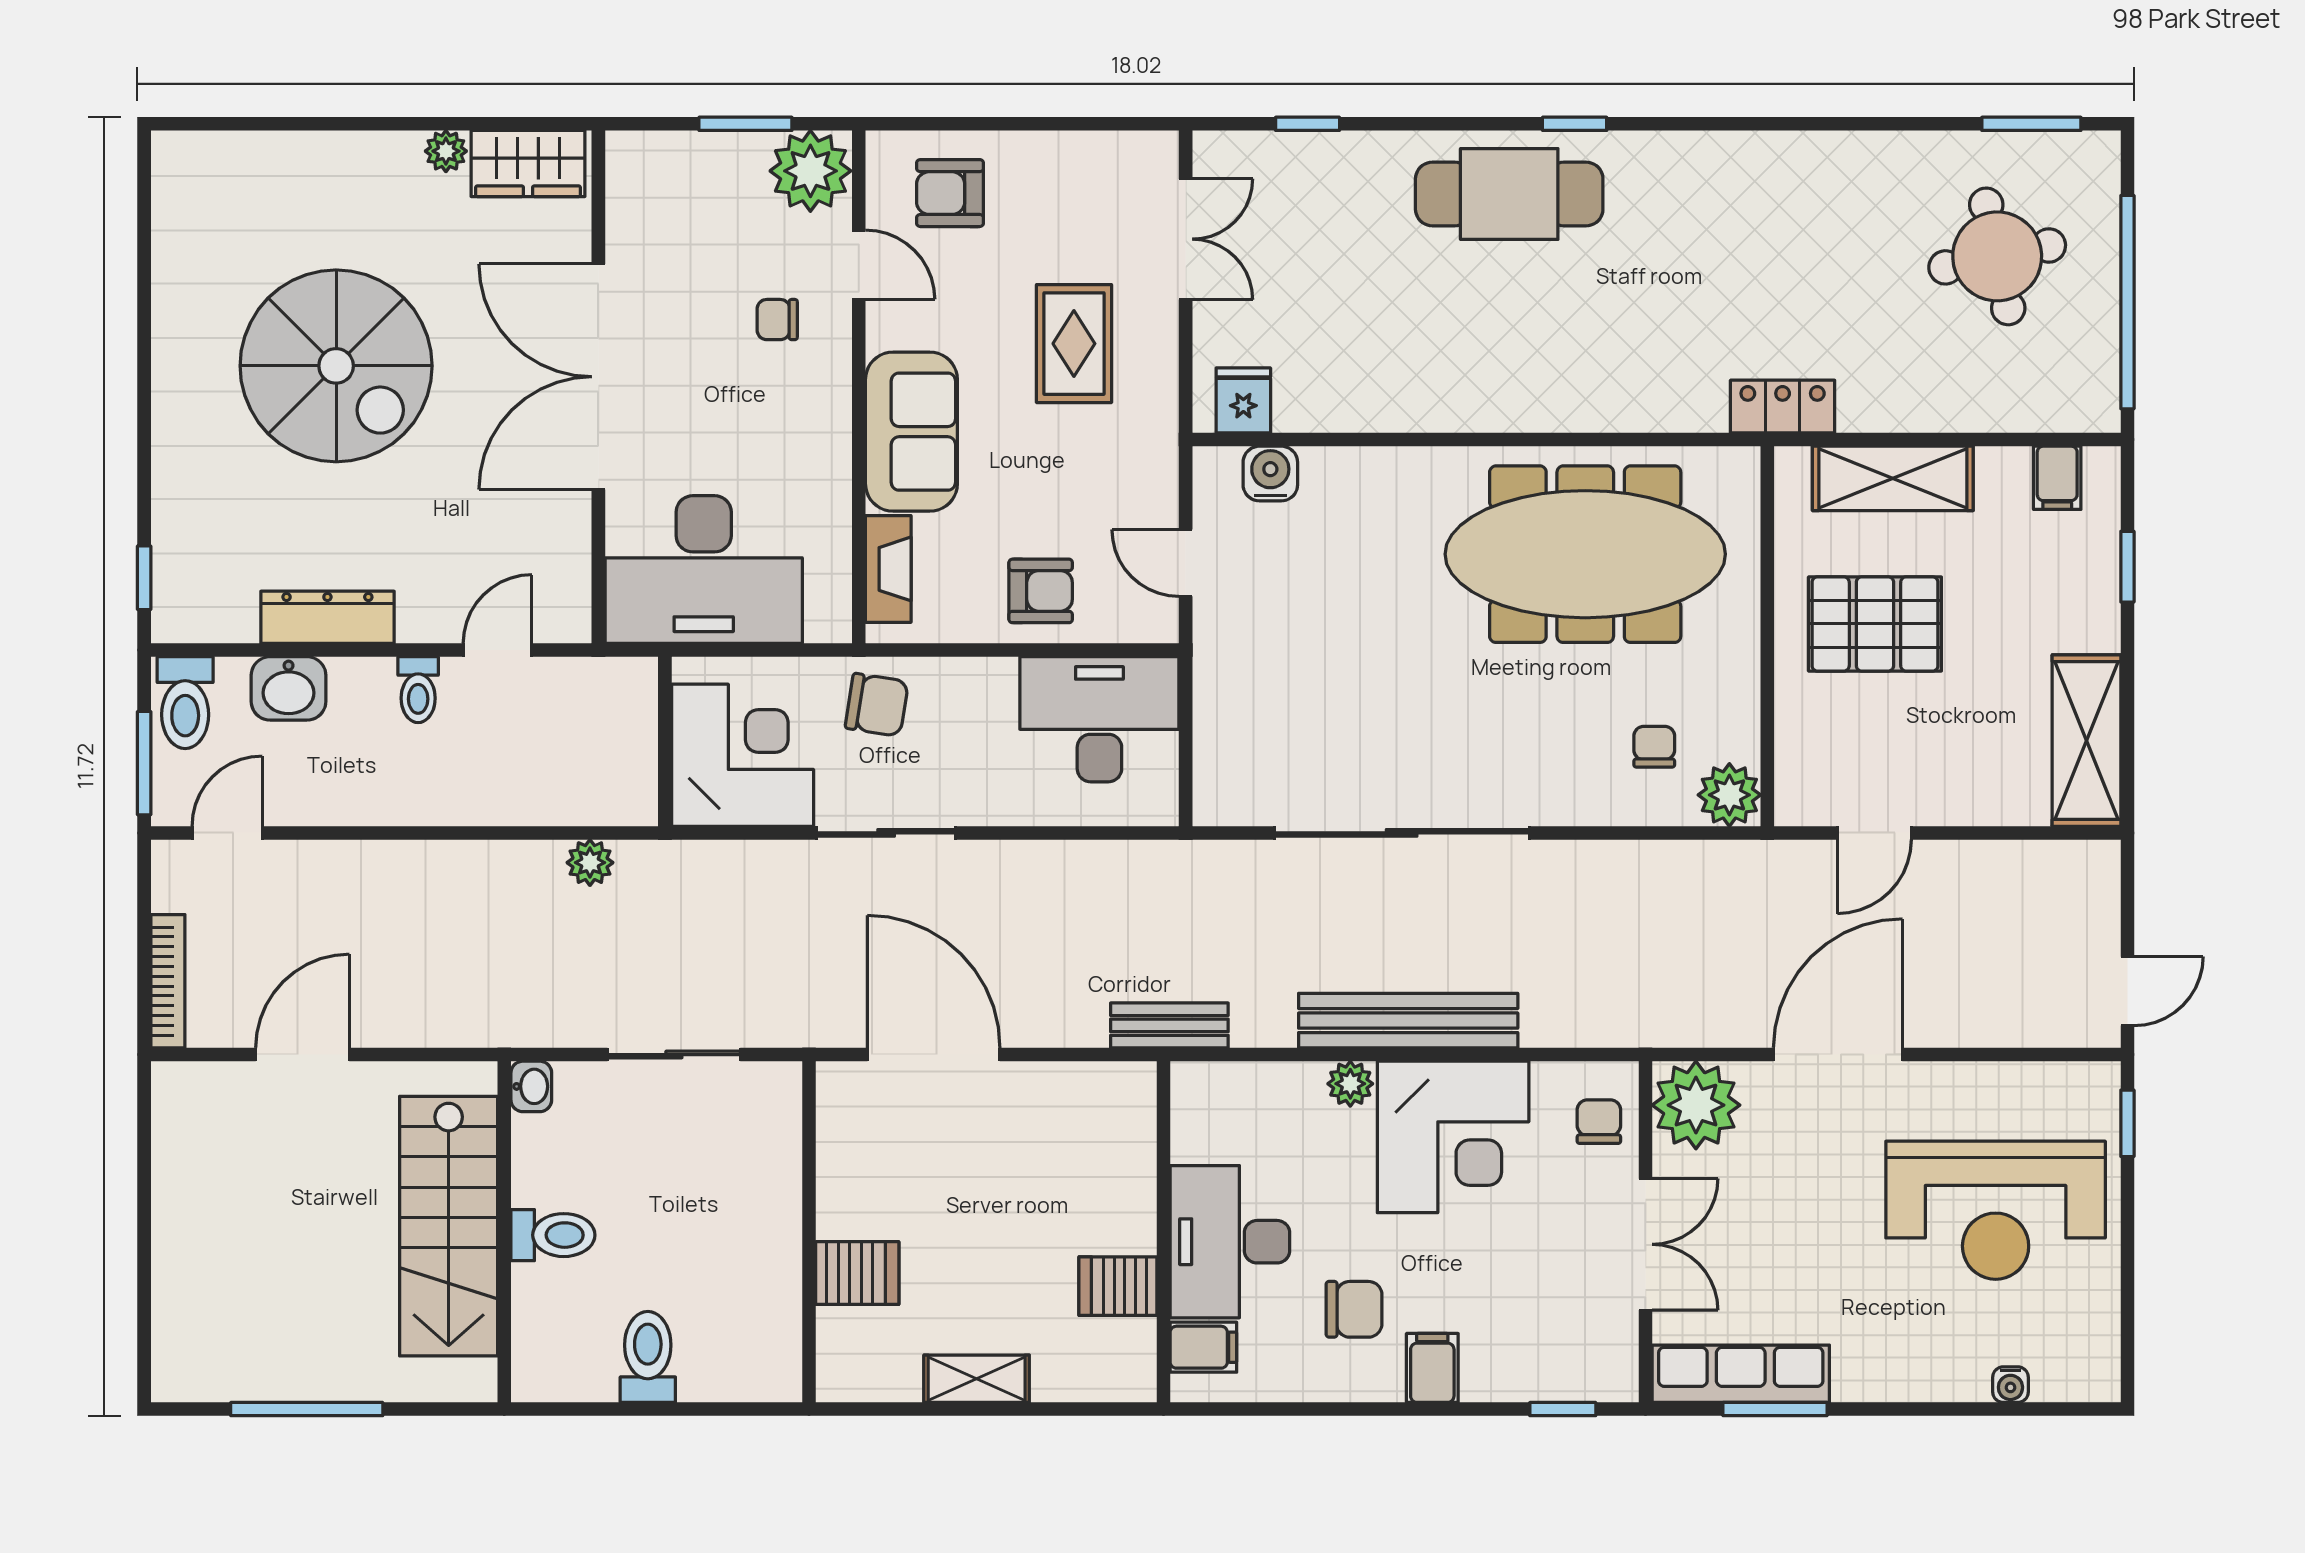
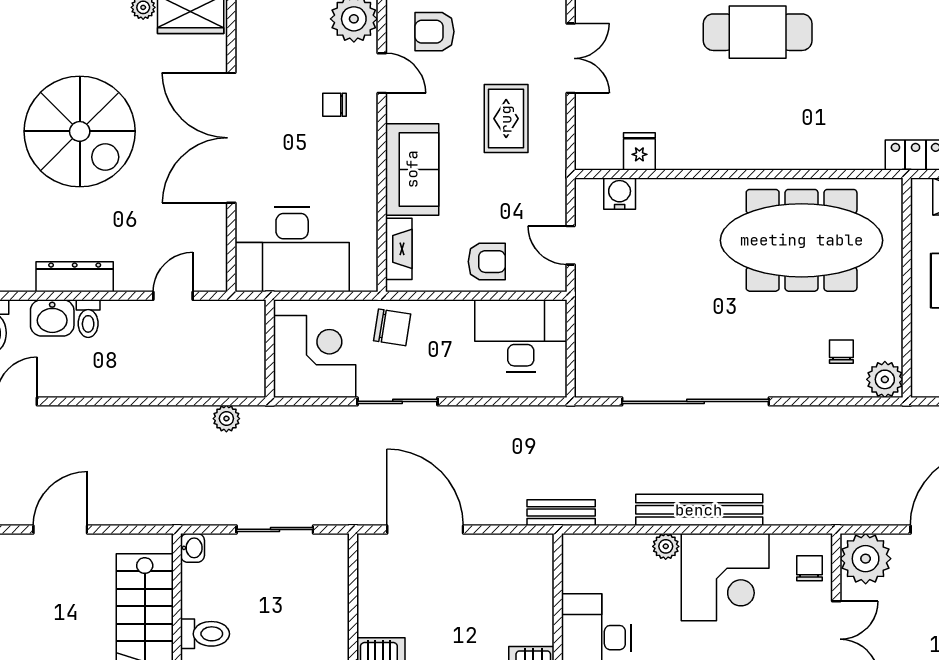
fridge: (1243, 400) -> (639, 151), moved
toilet: (418, 690) -> (88, 319), moved

